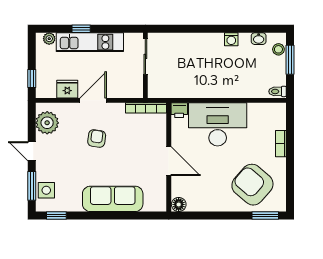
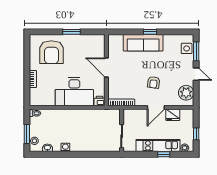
window: (32, 78) -> (196, 134), moved
armchair: (252, 185) -> (51, 52), turned 49
floor lamp: (179, 204) -> (100, 39), removed
window: (56, 216) -> (150, 32), moved
window: (265, 216) -> (71, 32), moved

